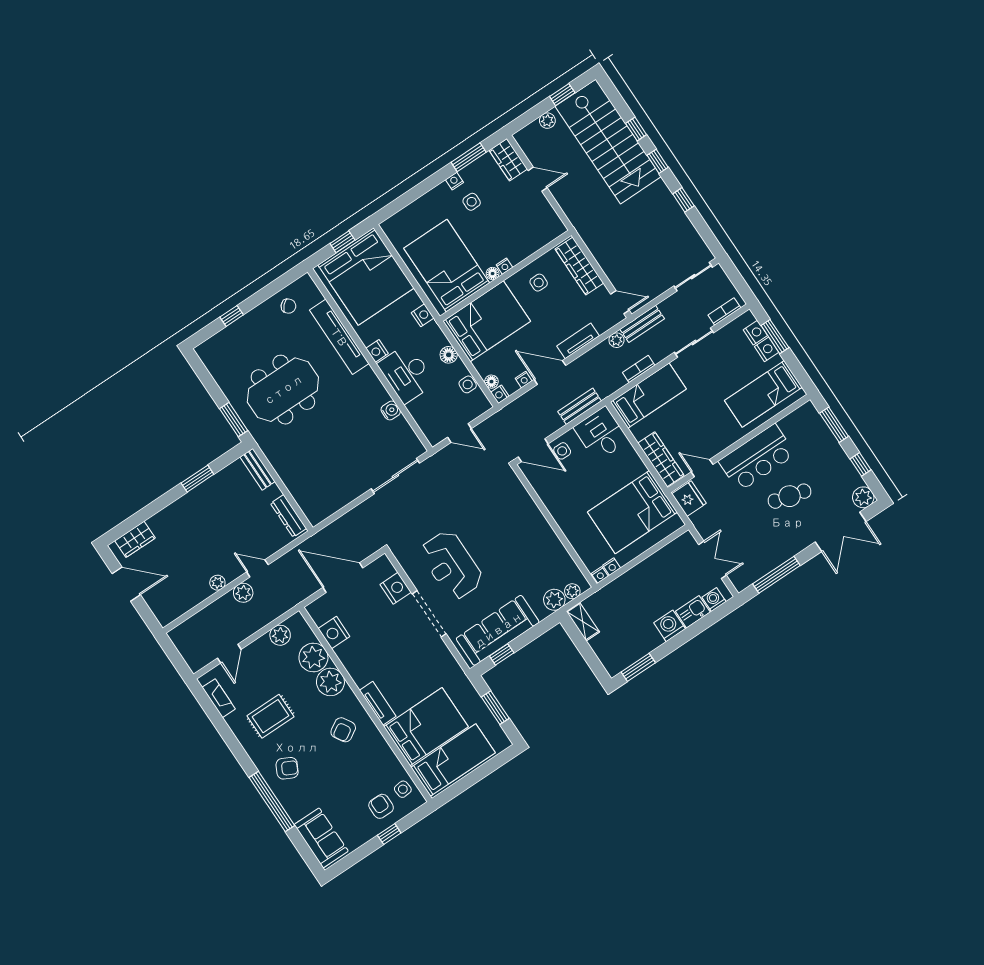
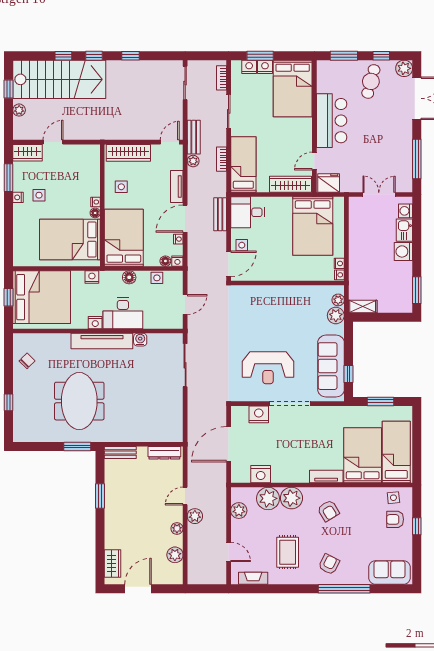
tv unit: (339, 337) -> (102, 341), moved
bed: (763, 394) -> (293, 88), width x1.50
cafe table: (789, 496) -> (371, 81), moved
plant: (188, 599) -> (175, 555), added

